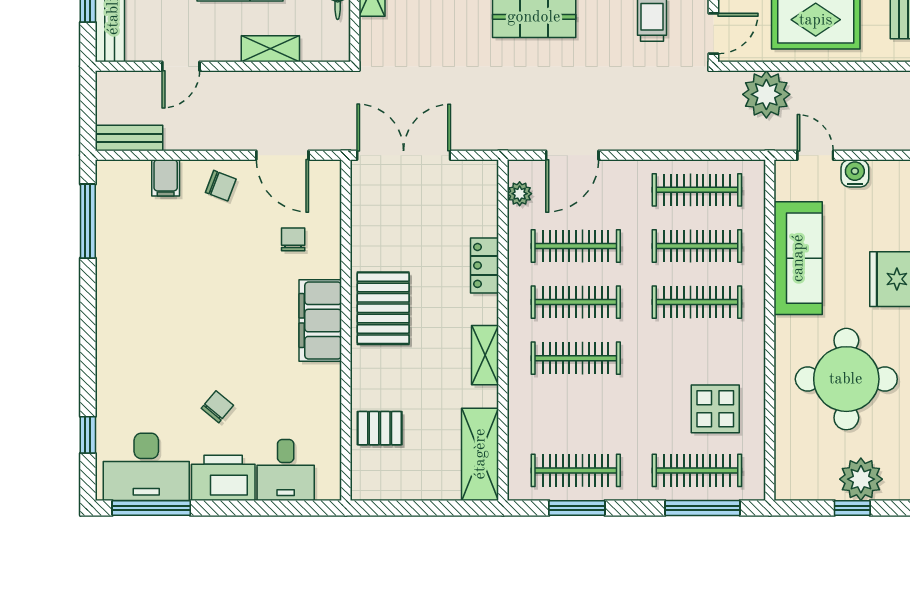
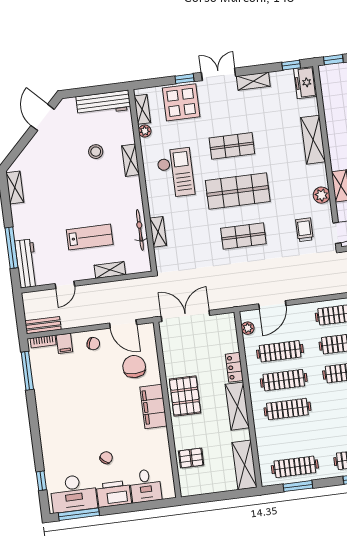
bookcase: (125, 169) -> (43, 342), added
chair: (293, 239) -> (134, 367), width x1.87, depth x1.87
shelving: (485, 355) -> (237, 406), width x1.50, depth x1.33

